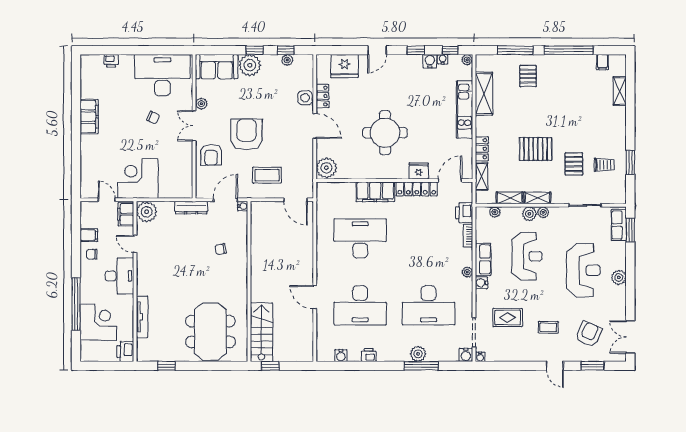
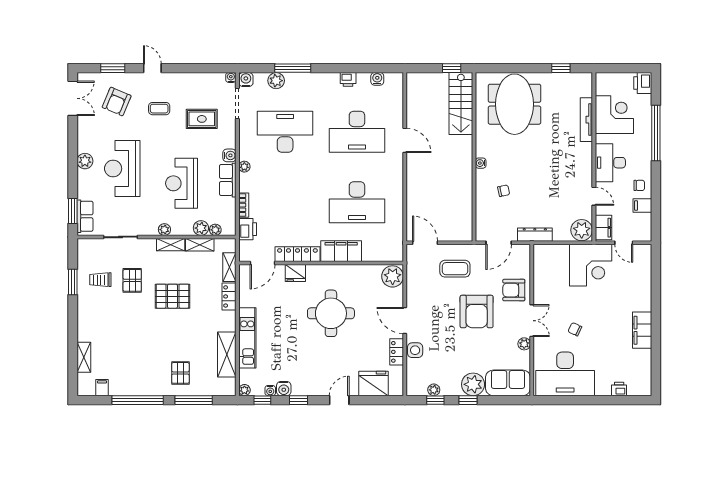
armchair: (211, 155) -> (514, 290), turned -90
water cooler: (243, 206) -> (481, 163), moved
plant: (529, 214) -> (201, 228), moved
desk: (360, 305) -> (357, 132), turned 180
corner desk: (98, 322) -> (614, 115), moved, turned 180
printer: (125, 352) -> (643, 83), moved, turned 180
plant: (418, 354) -> (276, 81), moved

